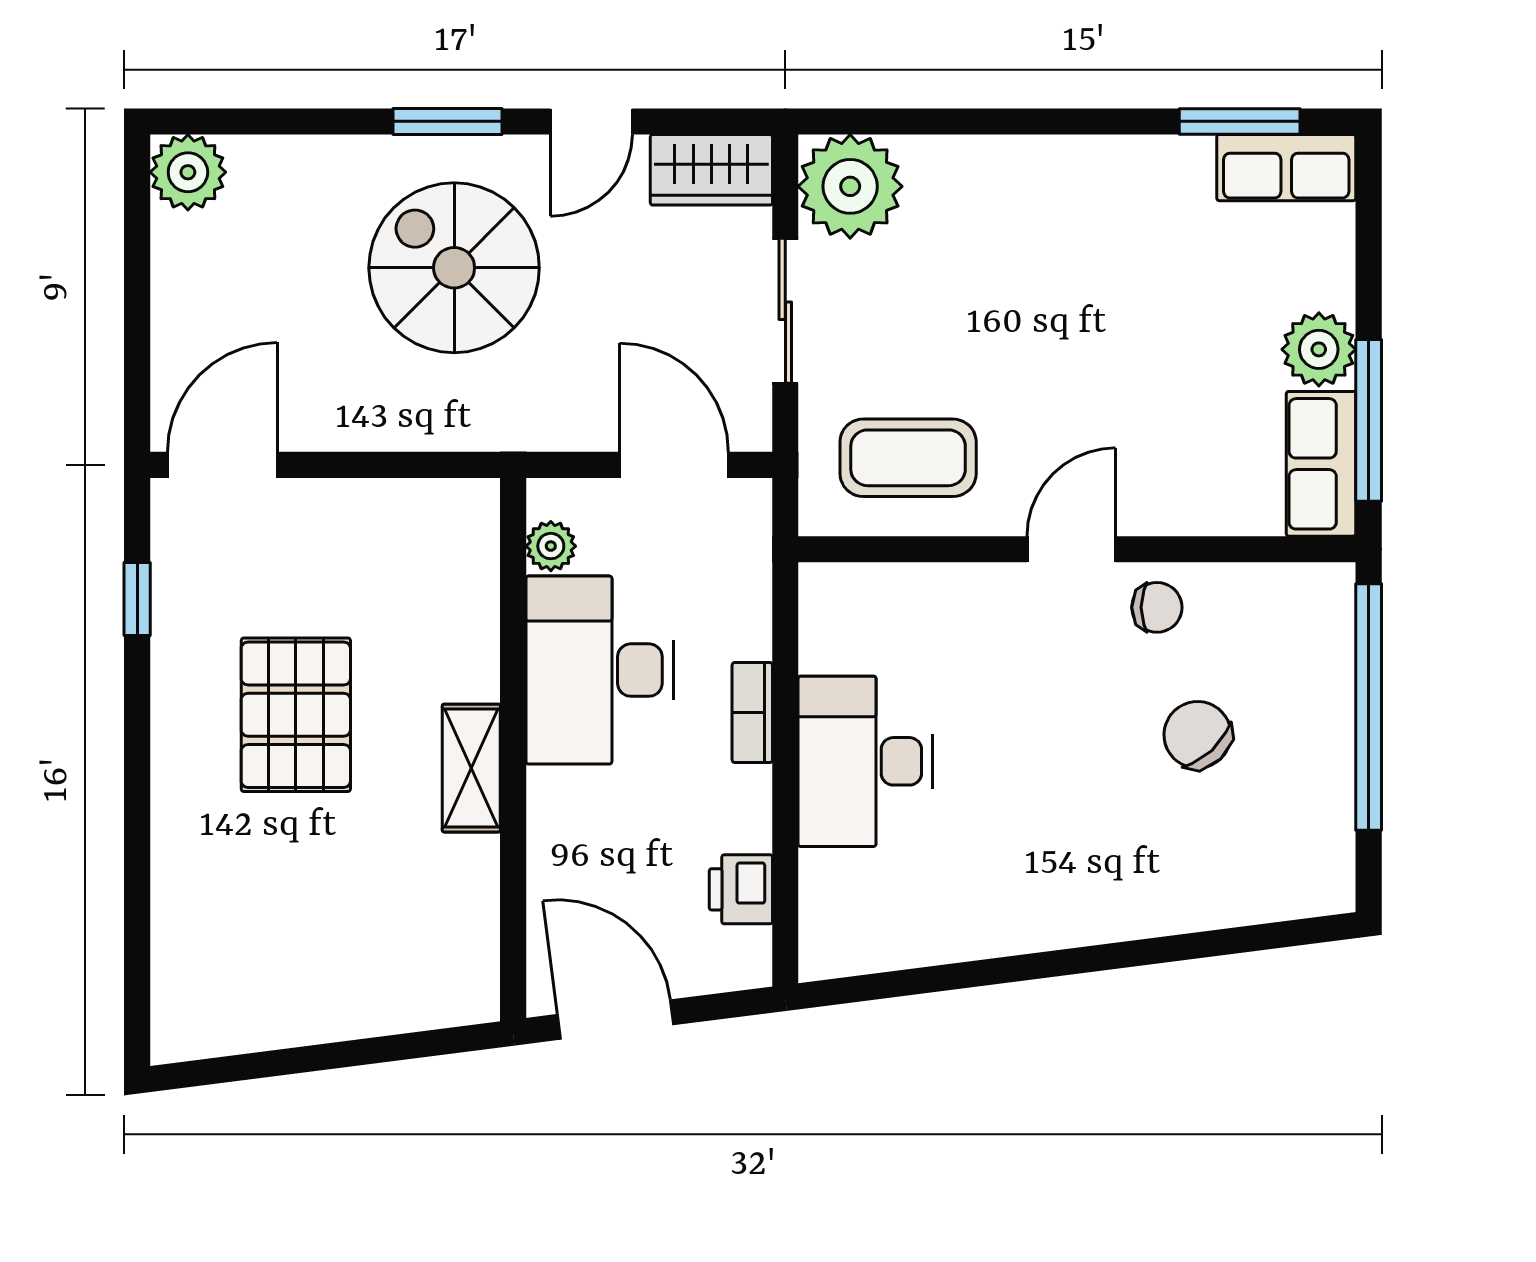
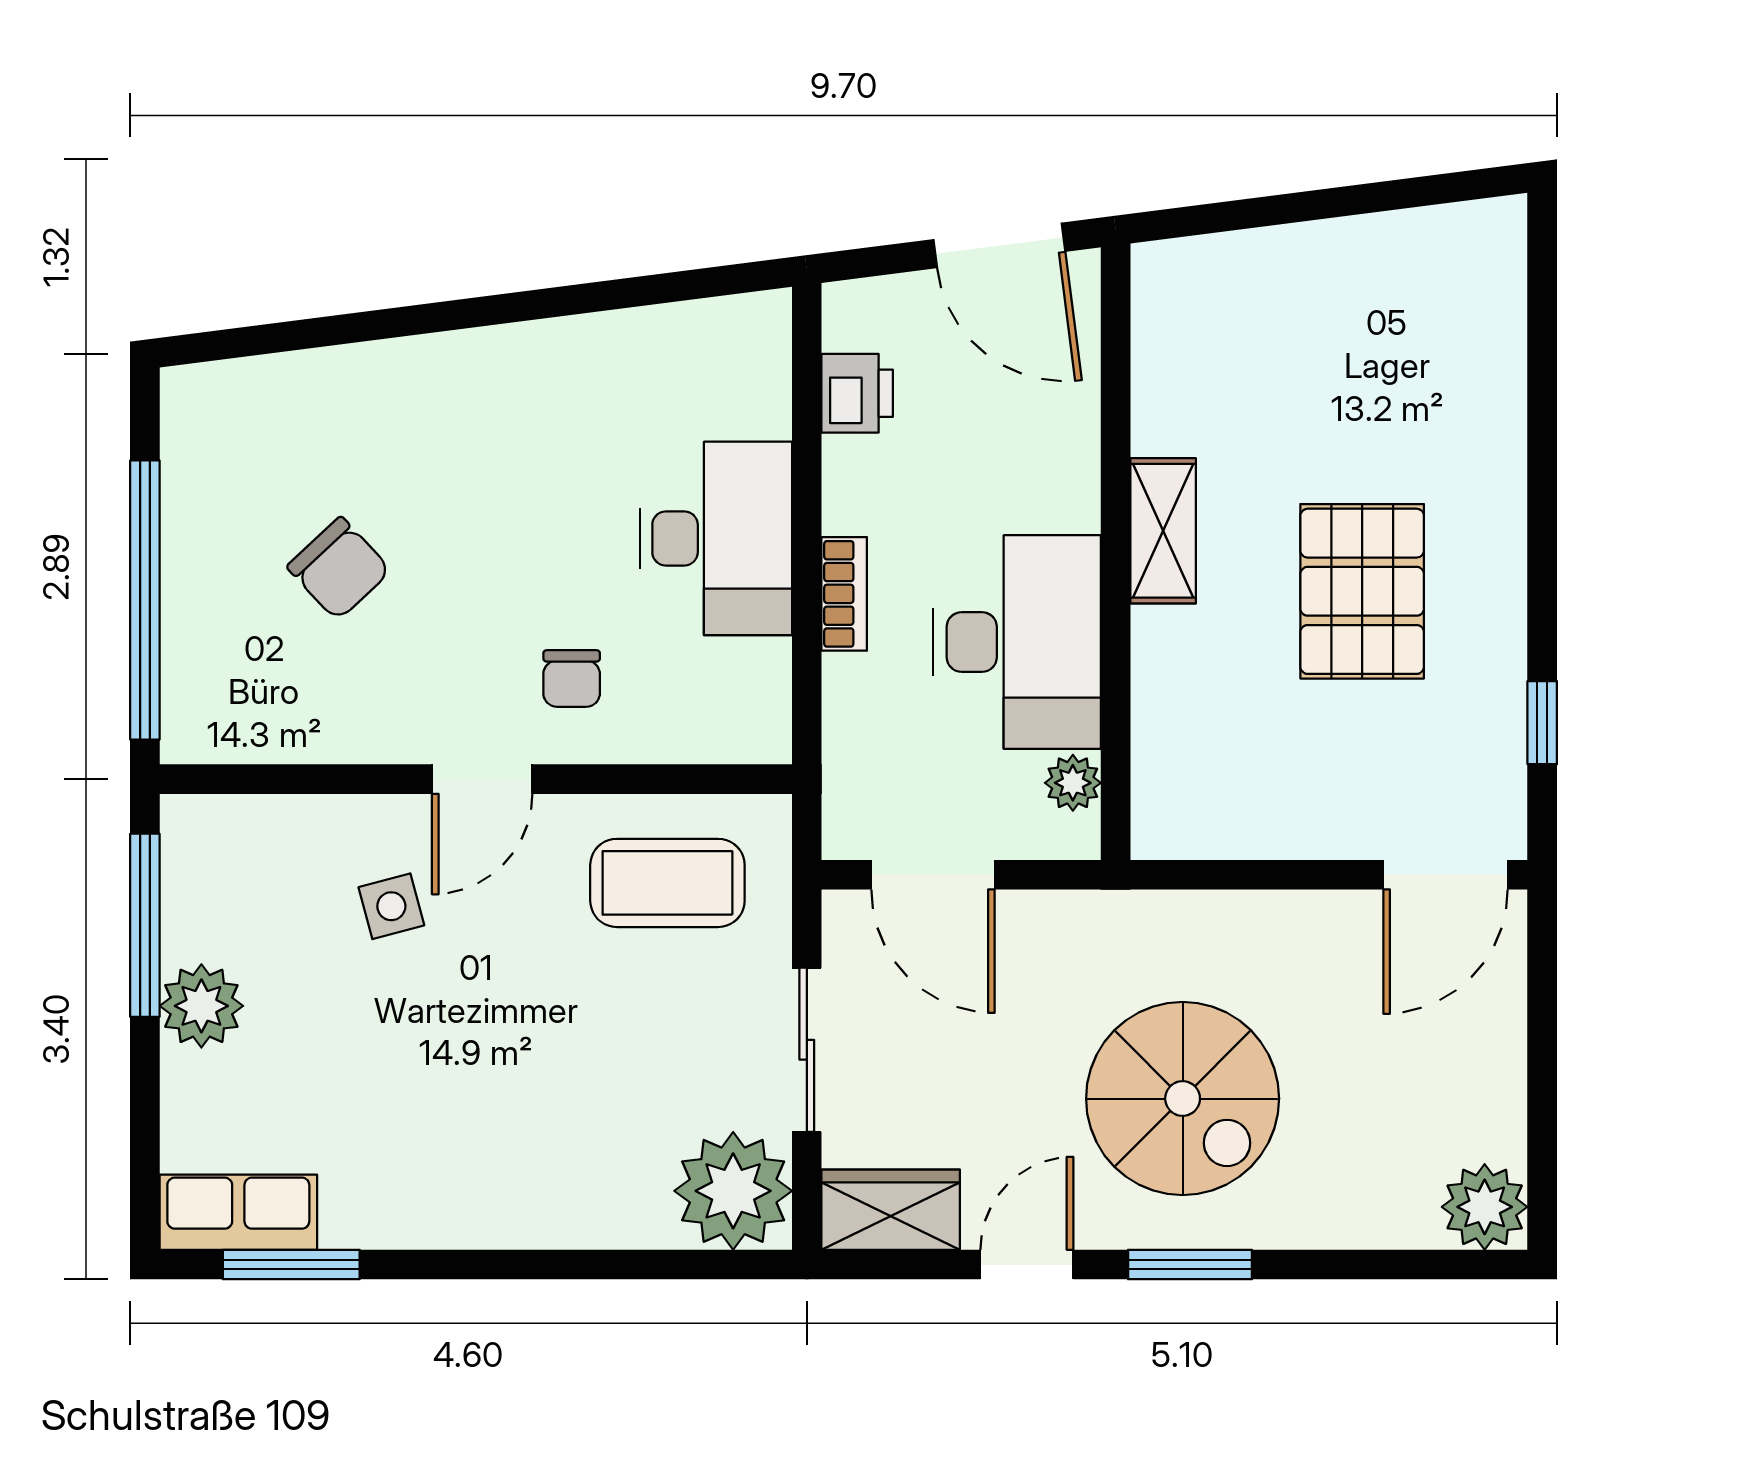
side table: (1151, 437) -> (391, 906), added
row of seats: (1321, 464) -> (199, 876), removed
chair: (1157, 607) -> (572, 679), moved, turned -90

